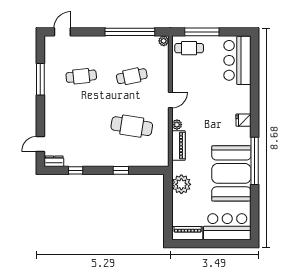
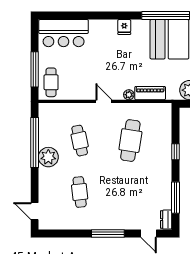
plant: (164, 41) -> (48, 157), moved, width x1.87, depth x1.87
window: (40, 79) -> (108, 233), moved
window: (76, 170) -> (175, 198), width x2.17

